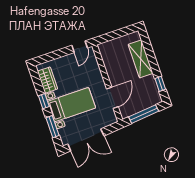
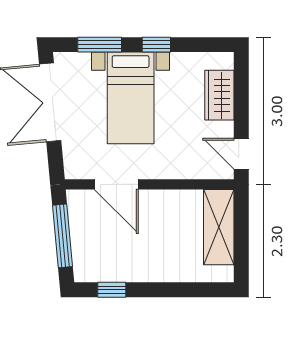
shelving: (141, 59) -> (219, 227), moved, turned 90
wardrobe: (48, 80) -> (219, 95), moved, turned 90

